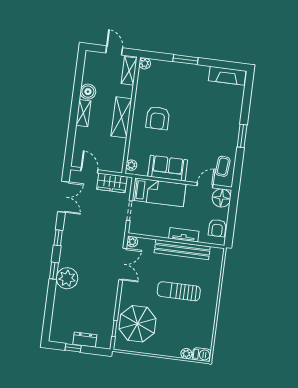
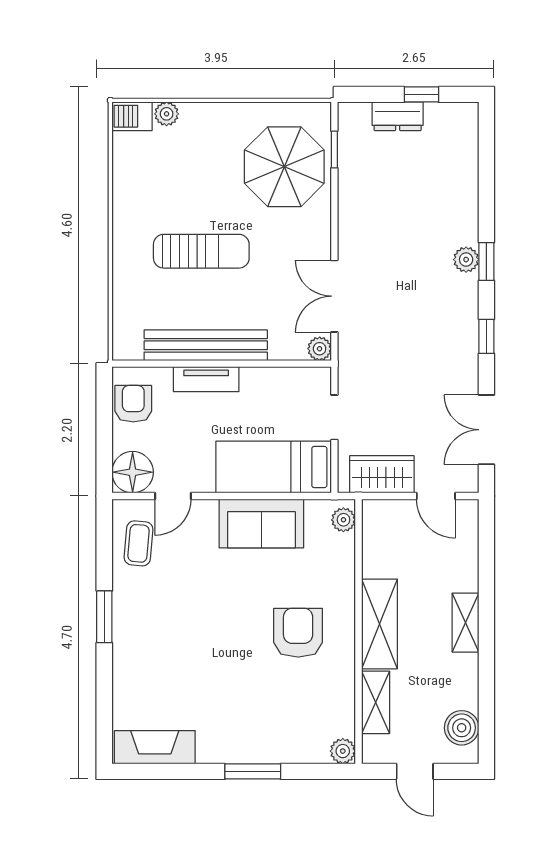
shelving: (129, 71) -> (376, 702), moved
boiler: (88, 92) -> (462, 728), moved
plant: (67, 278) -> (466, 260), width x0.53, depth x0.53

